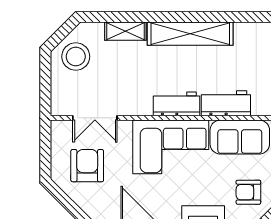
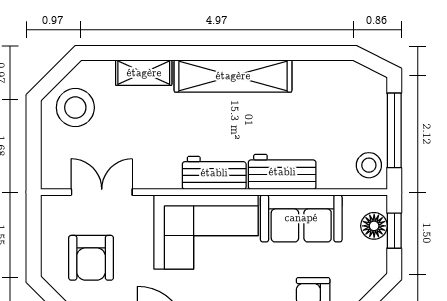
double door: (95, 118) -> (102, 192), swing flipped
armchair: (87, 166) -> (91, 258), turned 180

